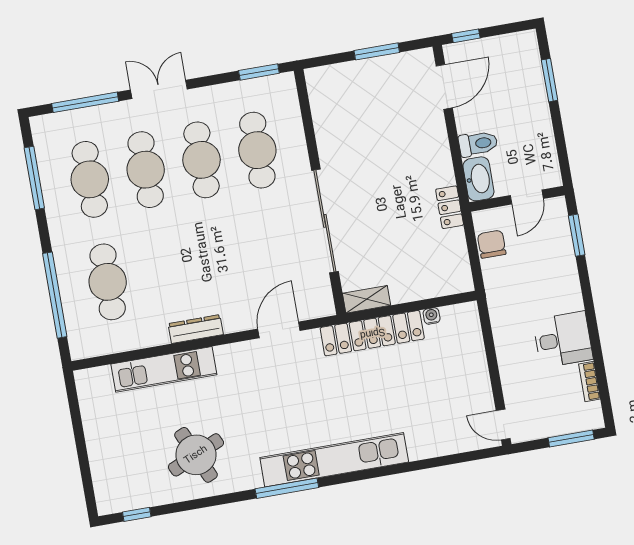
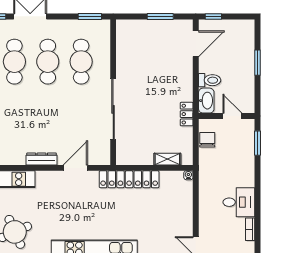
window: (550, 80) -> (257, 63), moved
door: (527, 197) -> (232, 116), swing flipped
shelving: (367, 299) -> (167, 159), moved
water cooler: (432, 316) -> (188, 175), moved
dresser: (196, 329) -> (42, 159), moved

